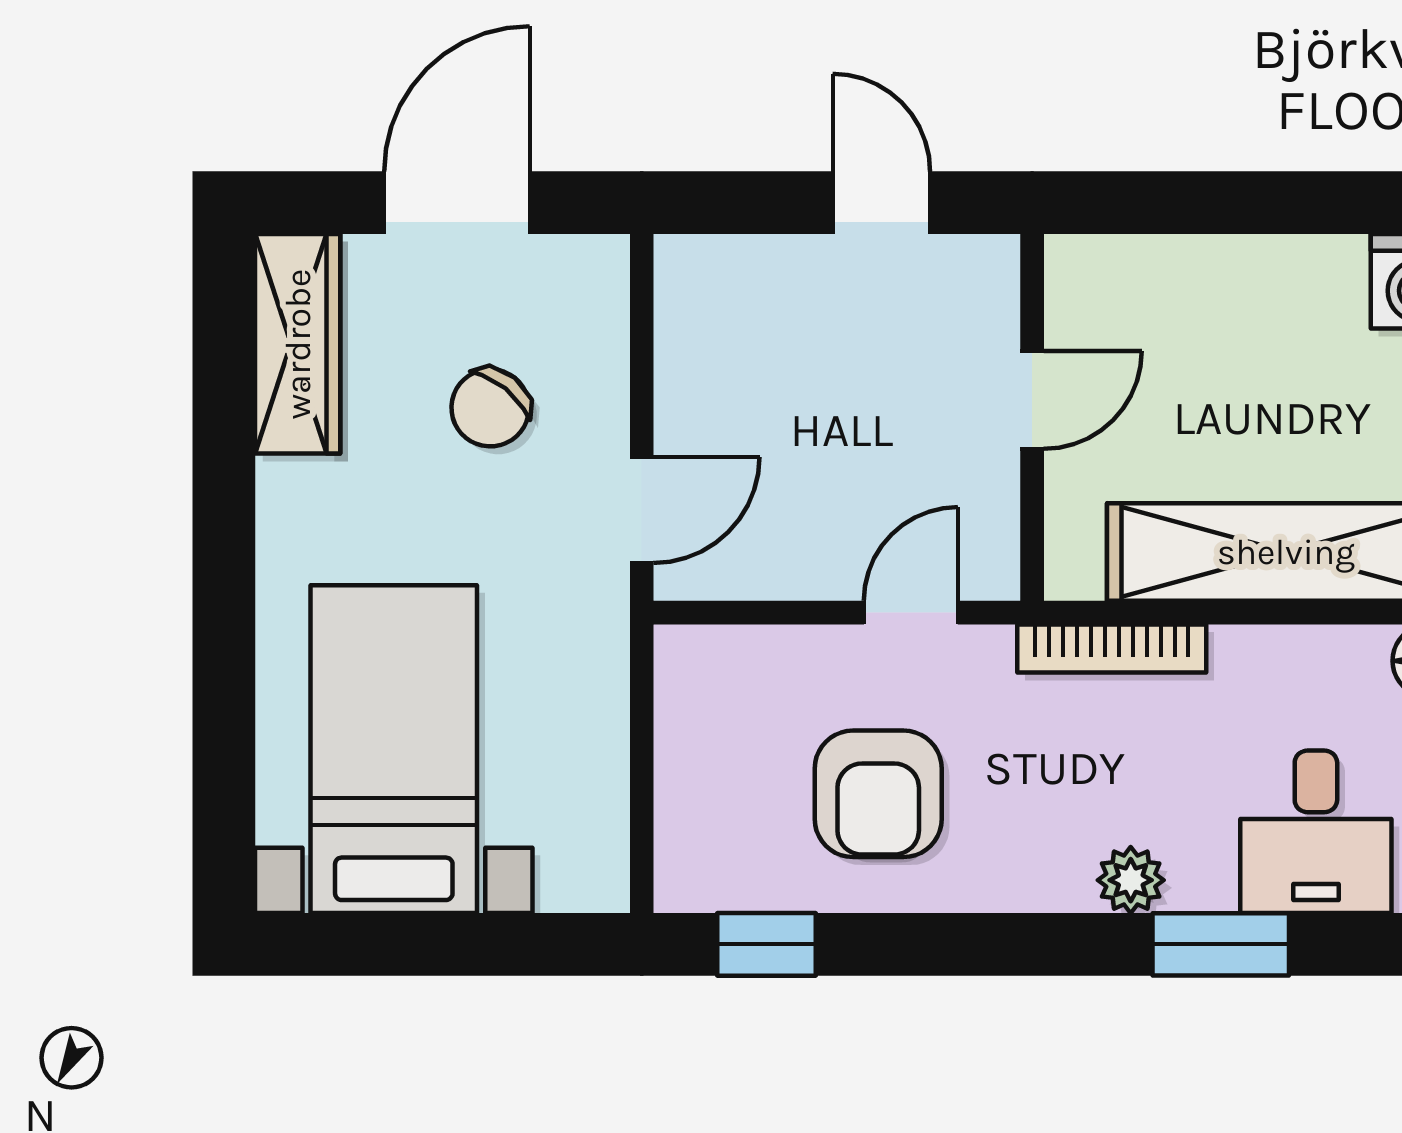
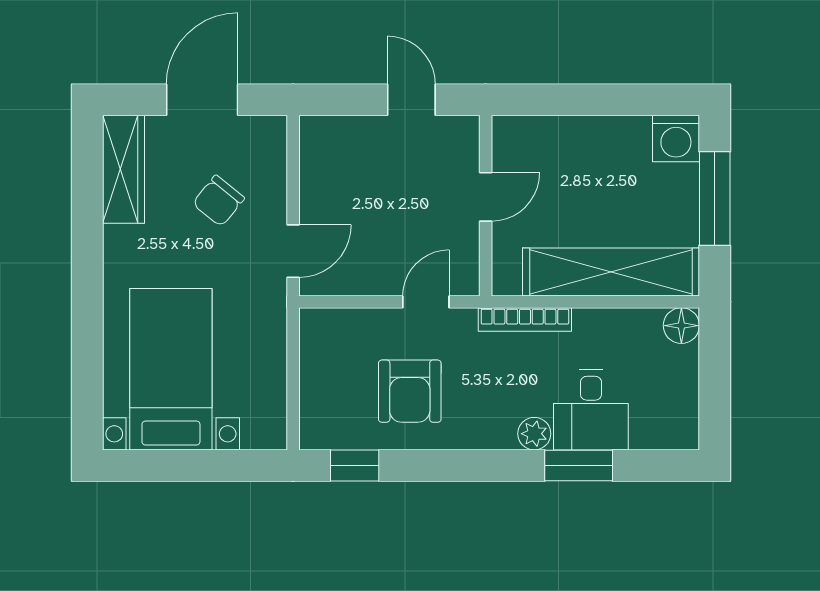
desk: (1316, 832) -> (591, 410), moved

